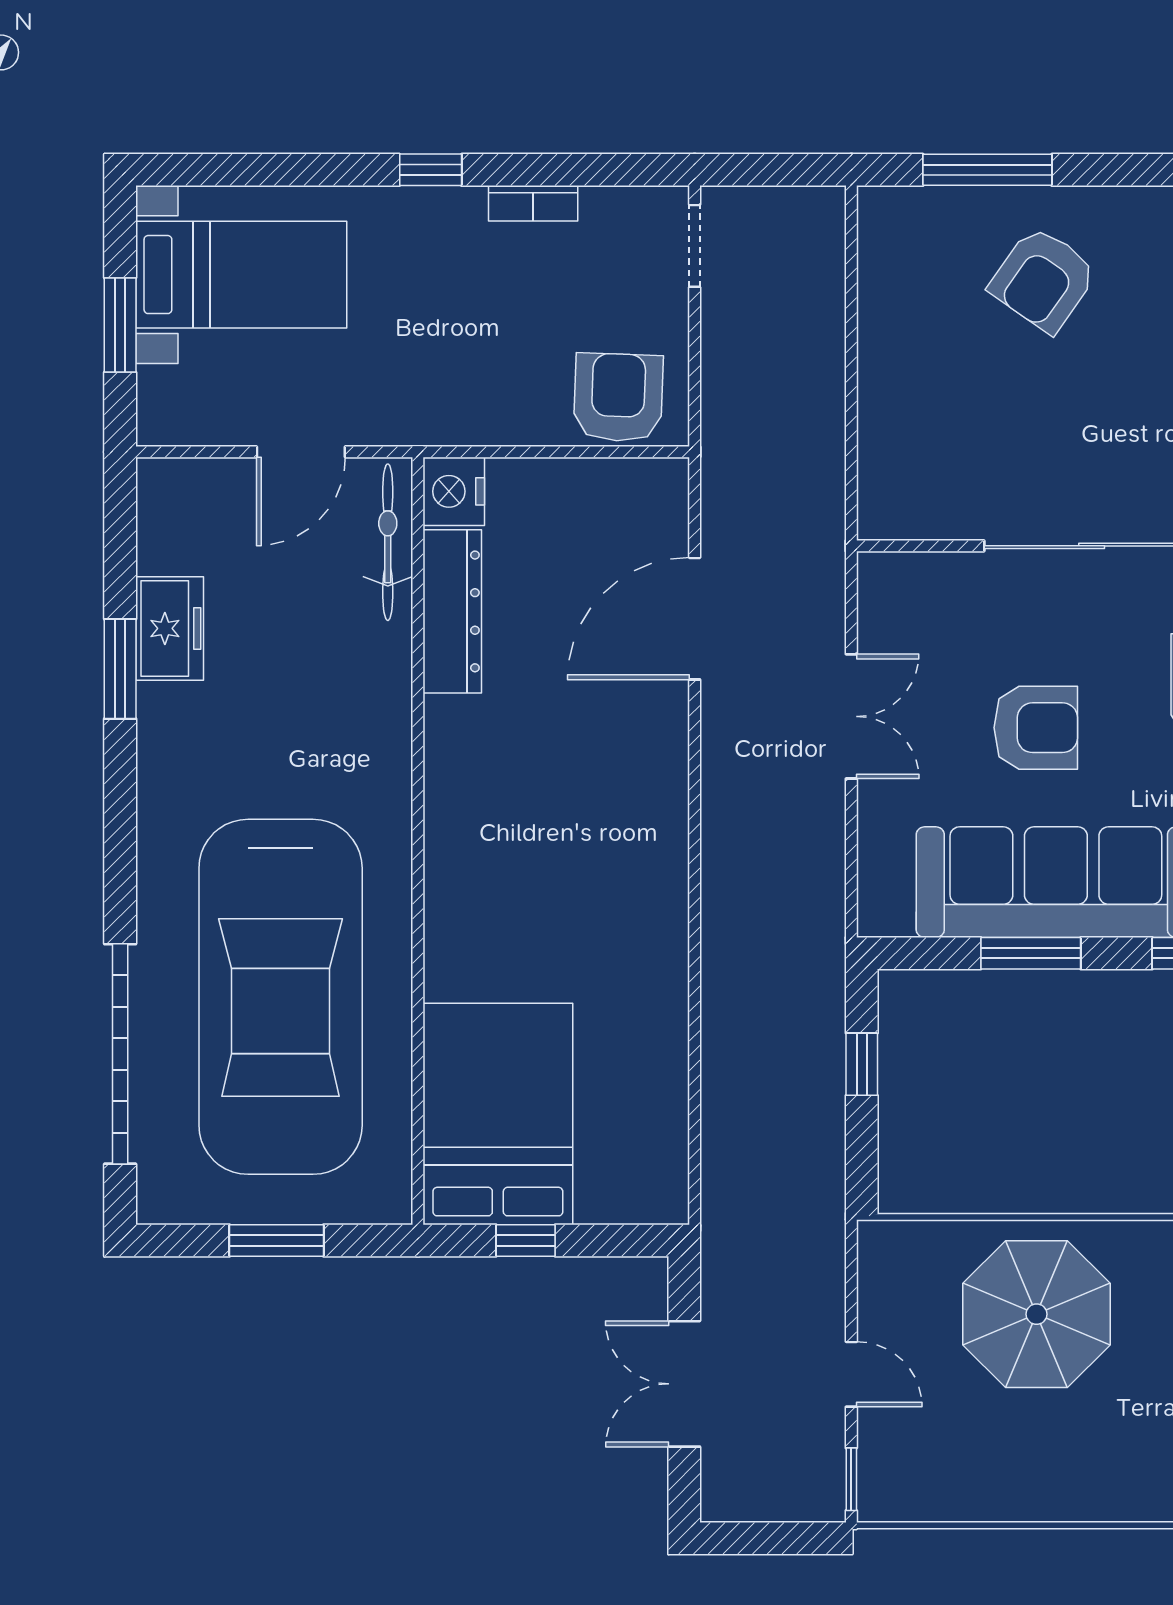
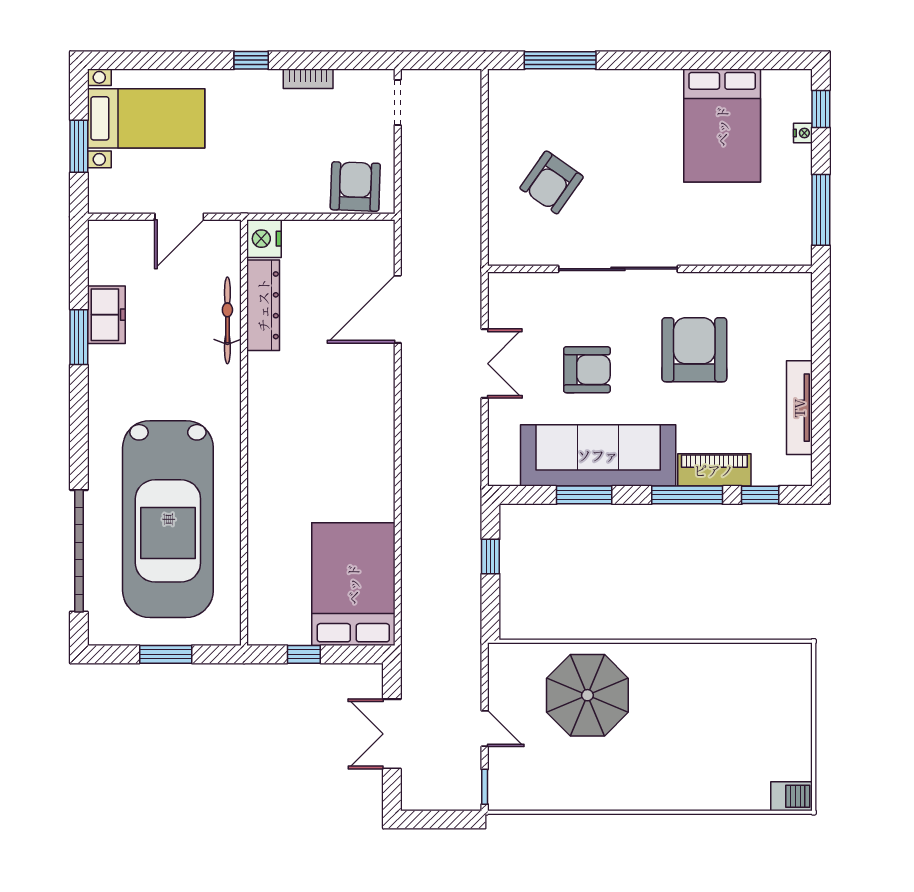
armchair: (1043, 279) -> (552, 182), moved
bicycle: (388, 542) -> (227, 320), moved
bed: (498, 1114) -> (353, 584), moved

